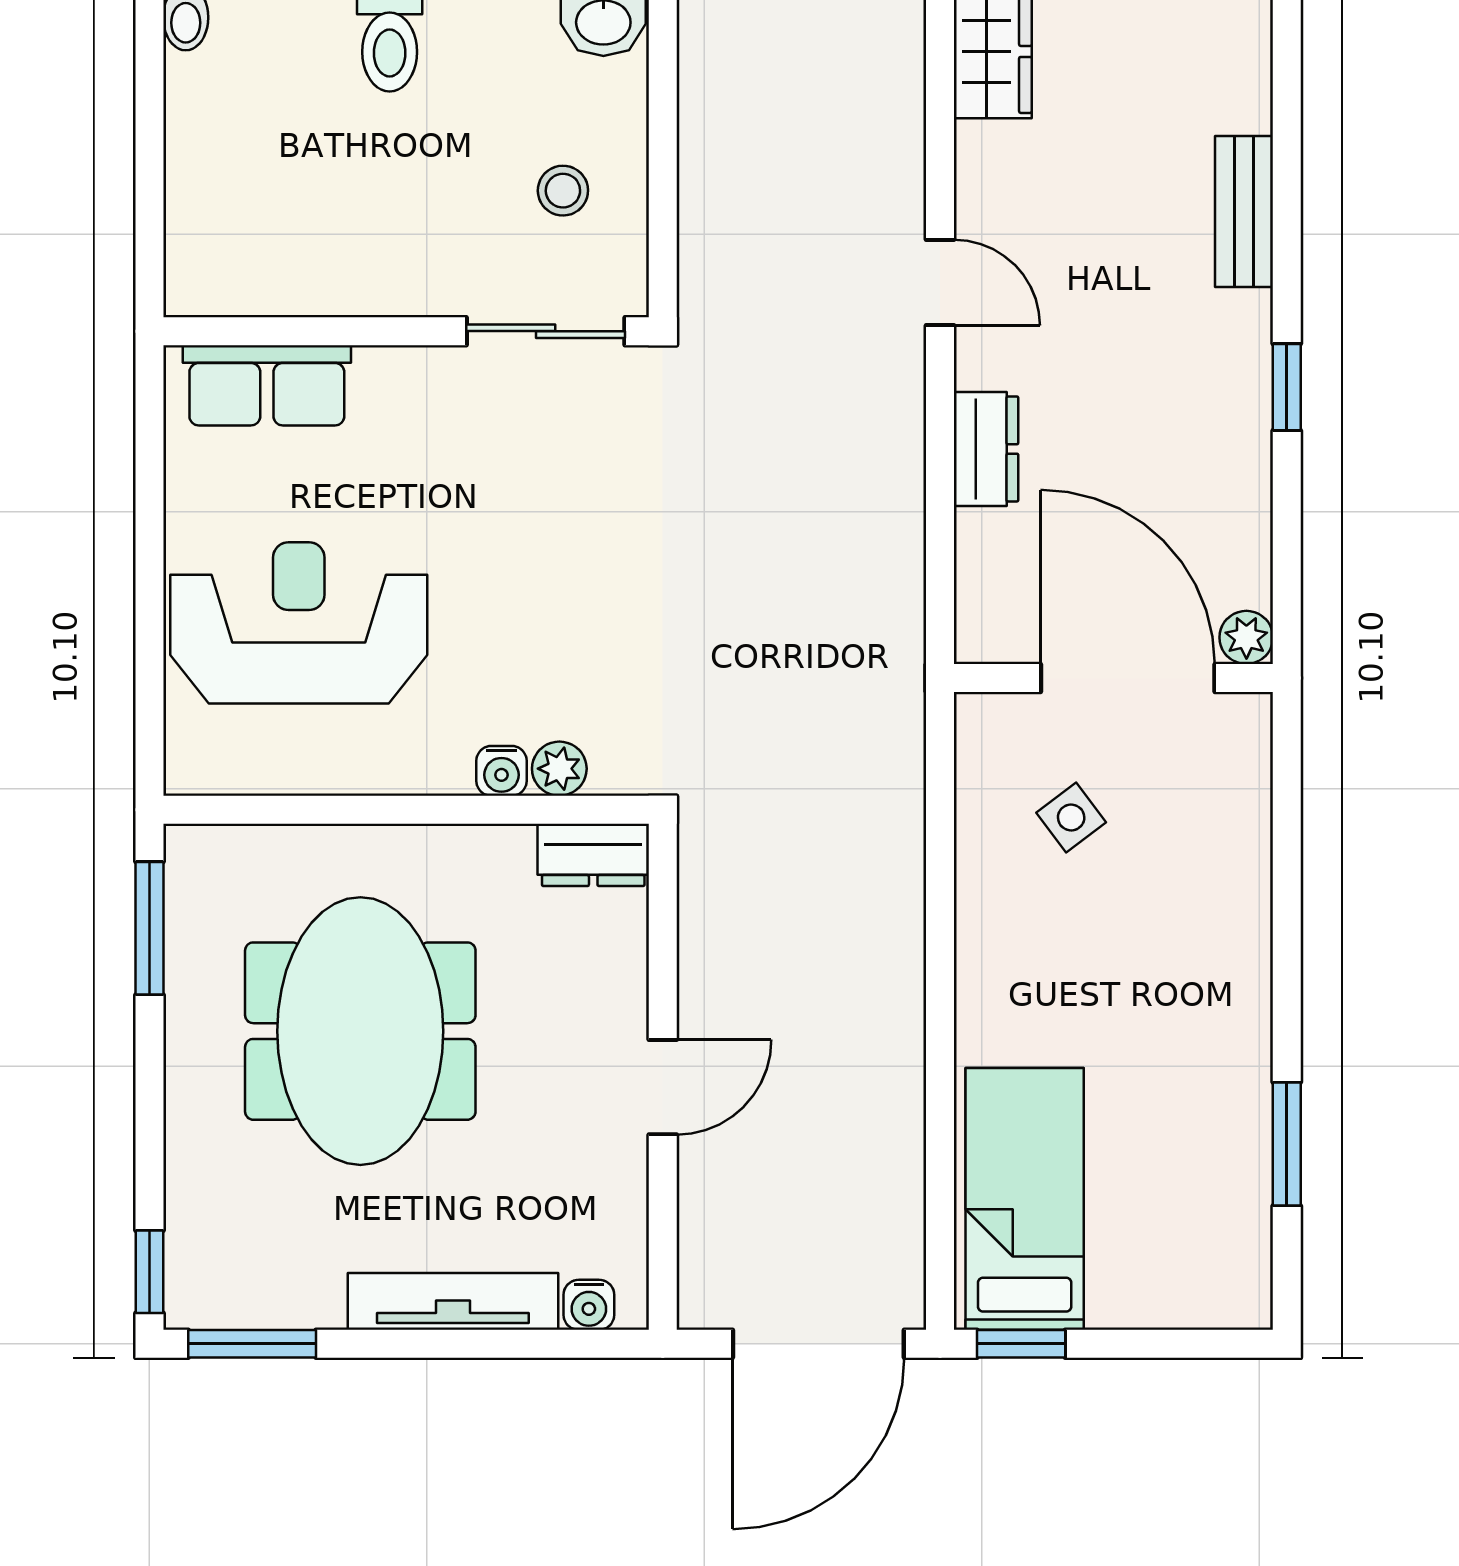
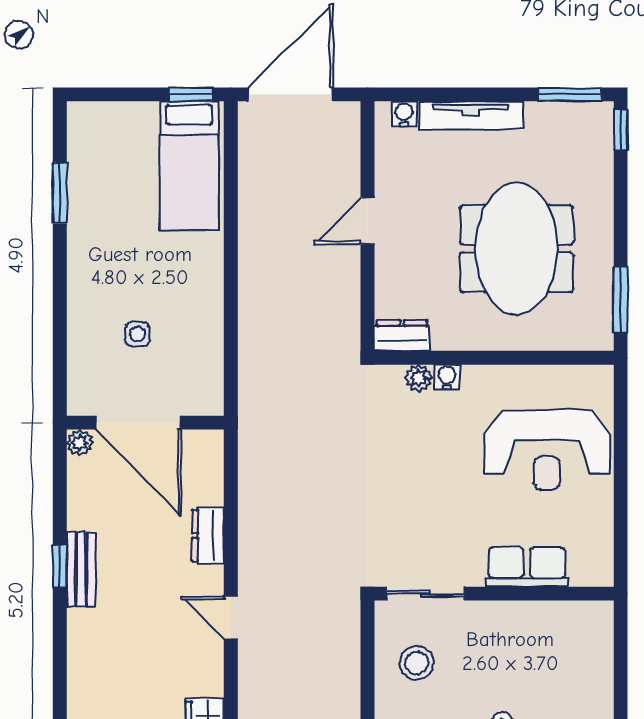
stool: (563, 191) -> (417, 663), width x1.37, depth x1.37
bench: (1244, 212) -> (81, 570), moved
row of seats: (267, 385) -> (527, 567), moved
side table: (1071, 817) -> (137, 334), moved, turned 37

